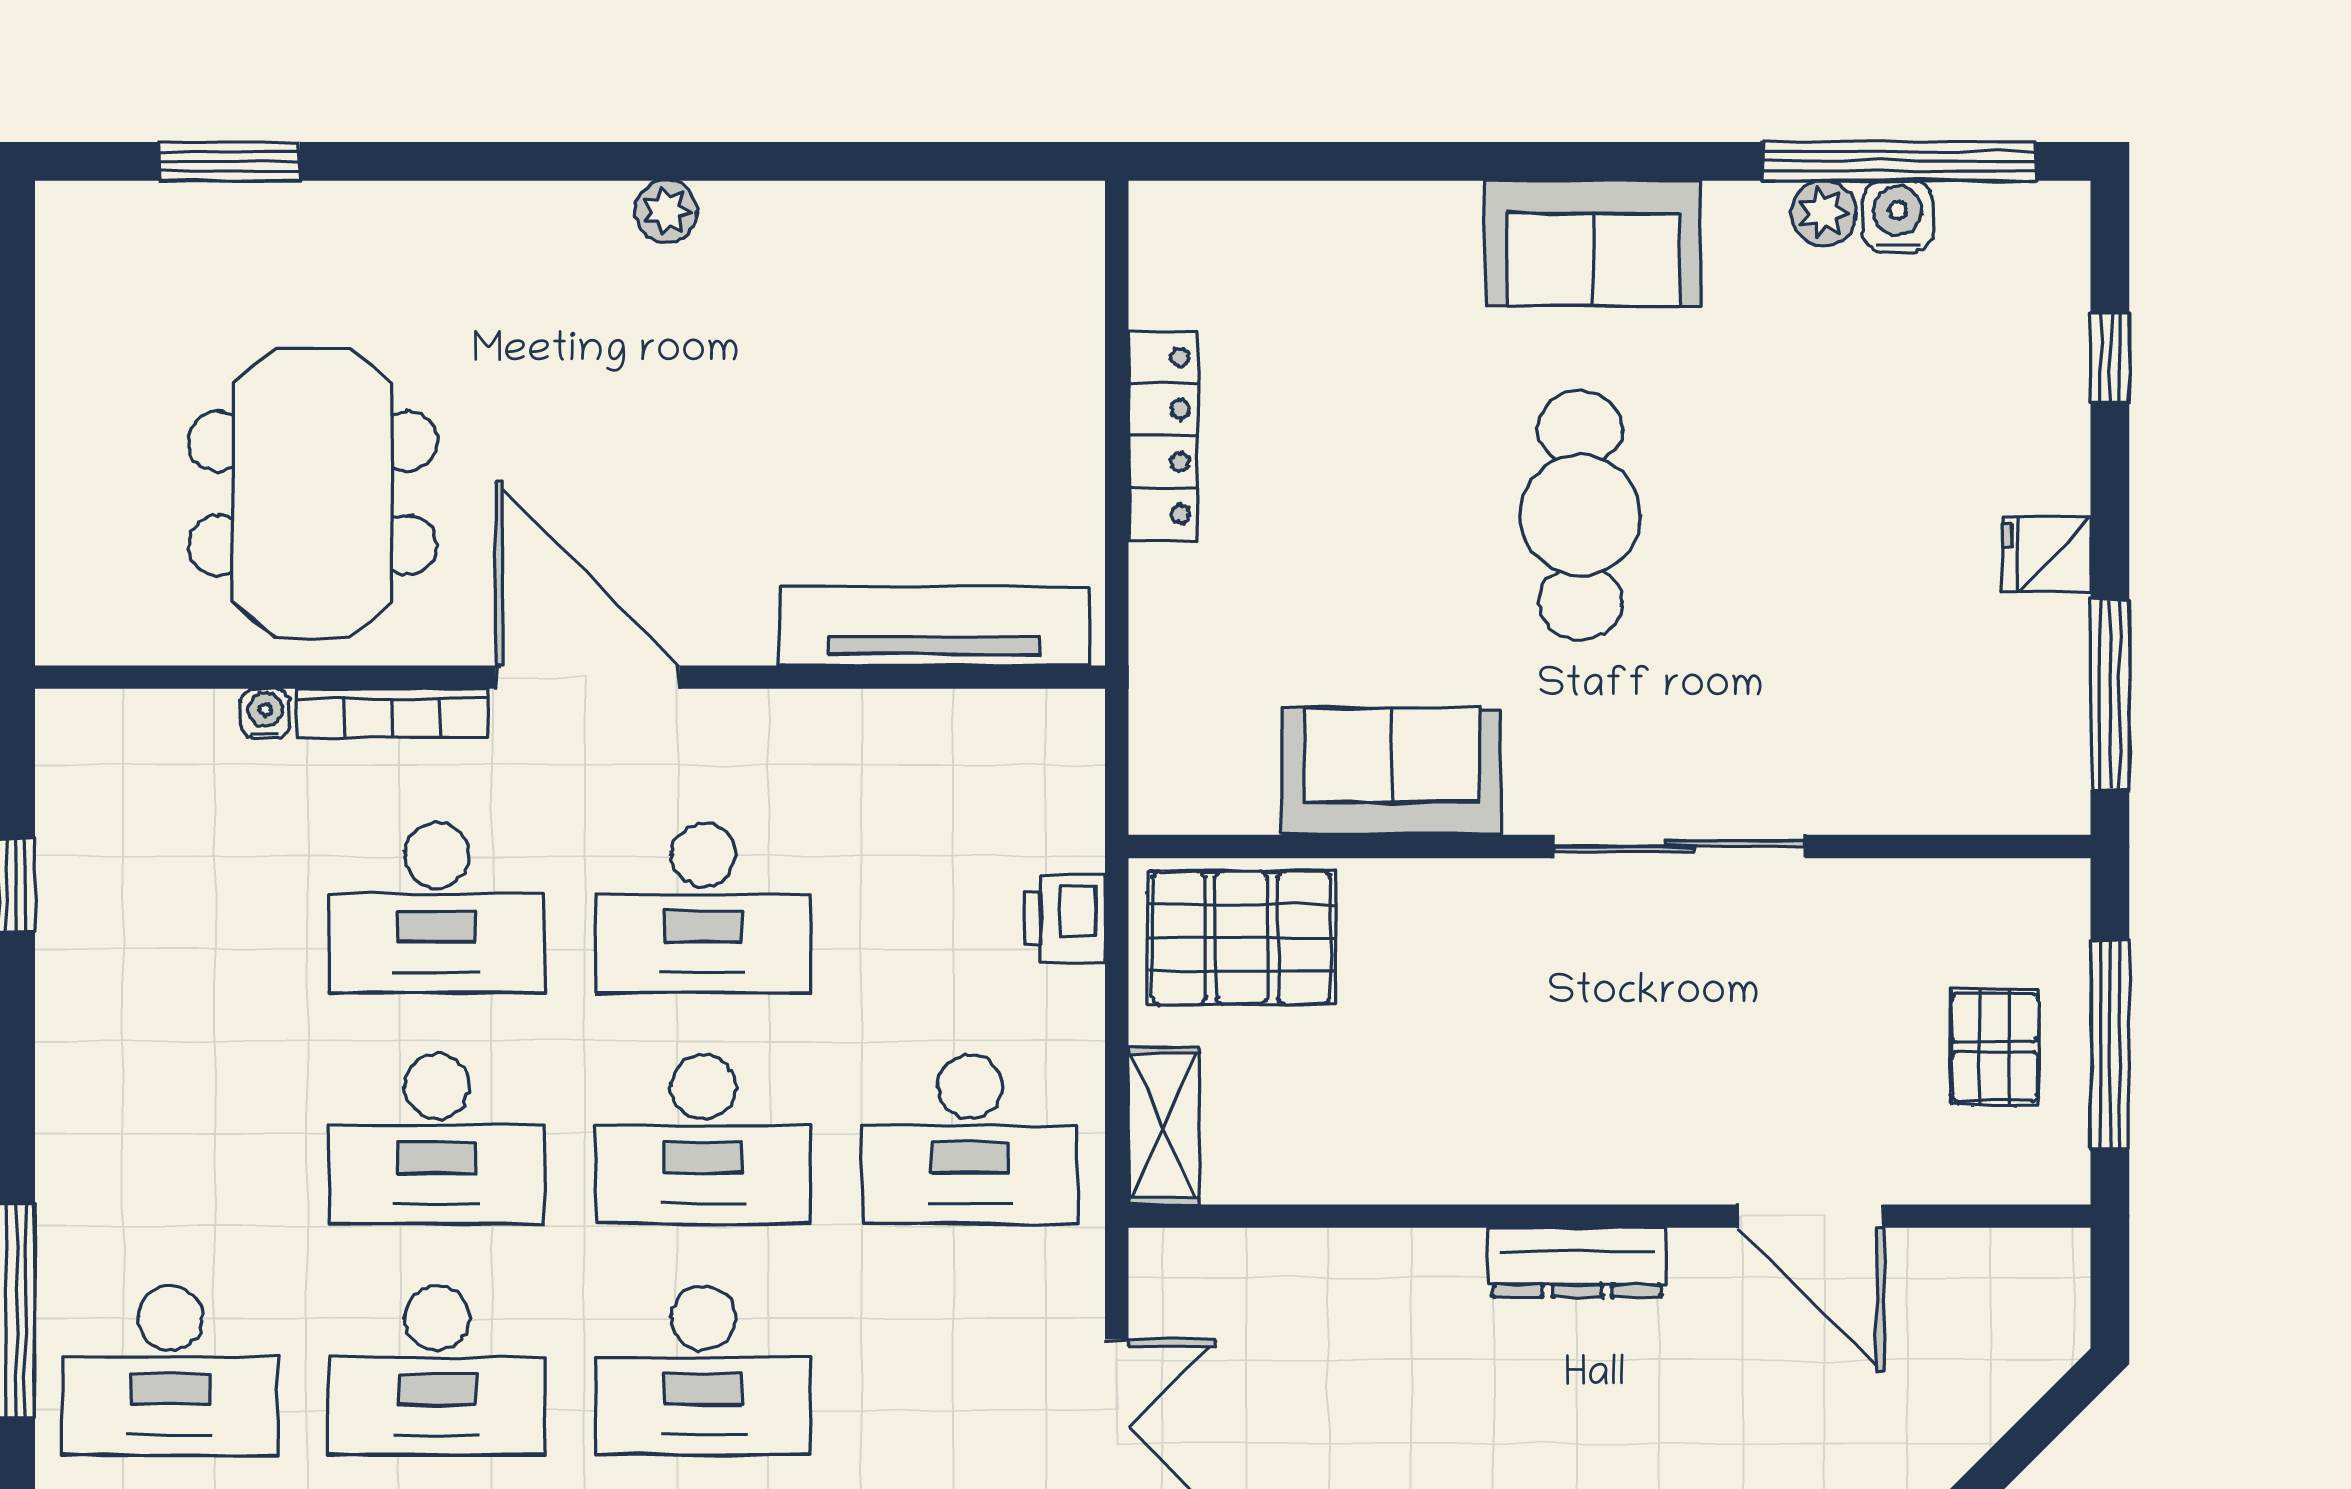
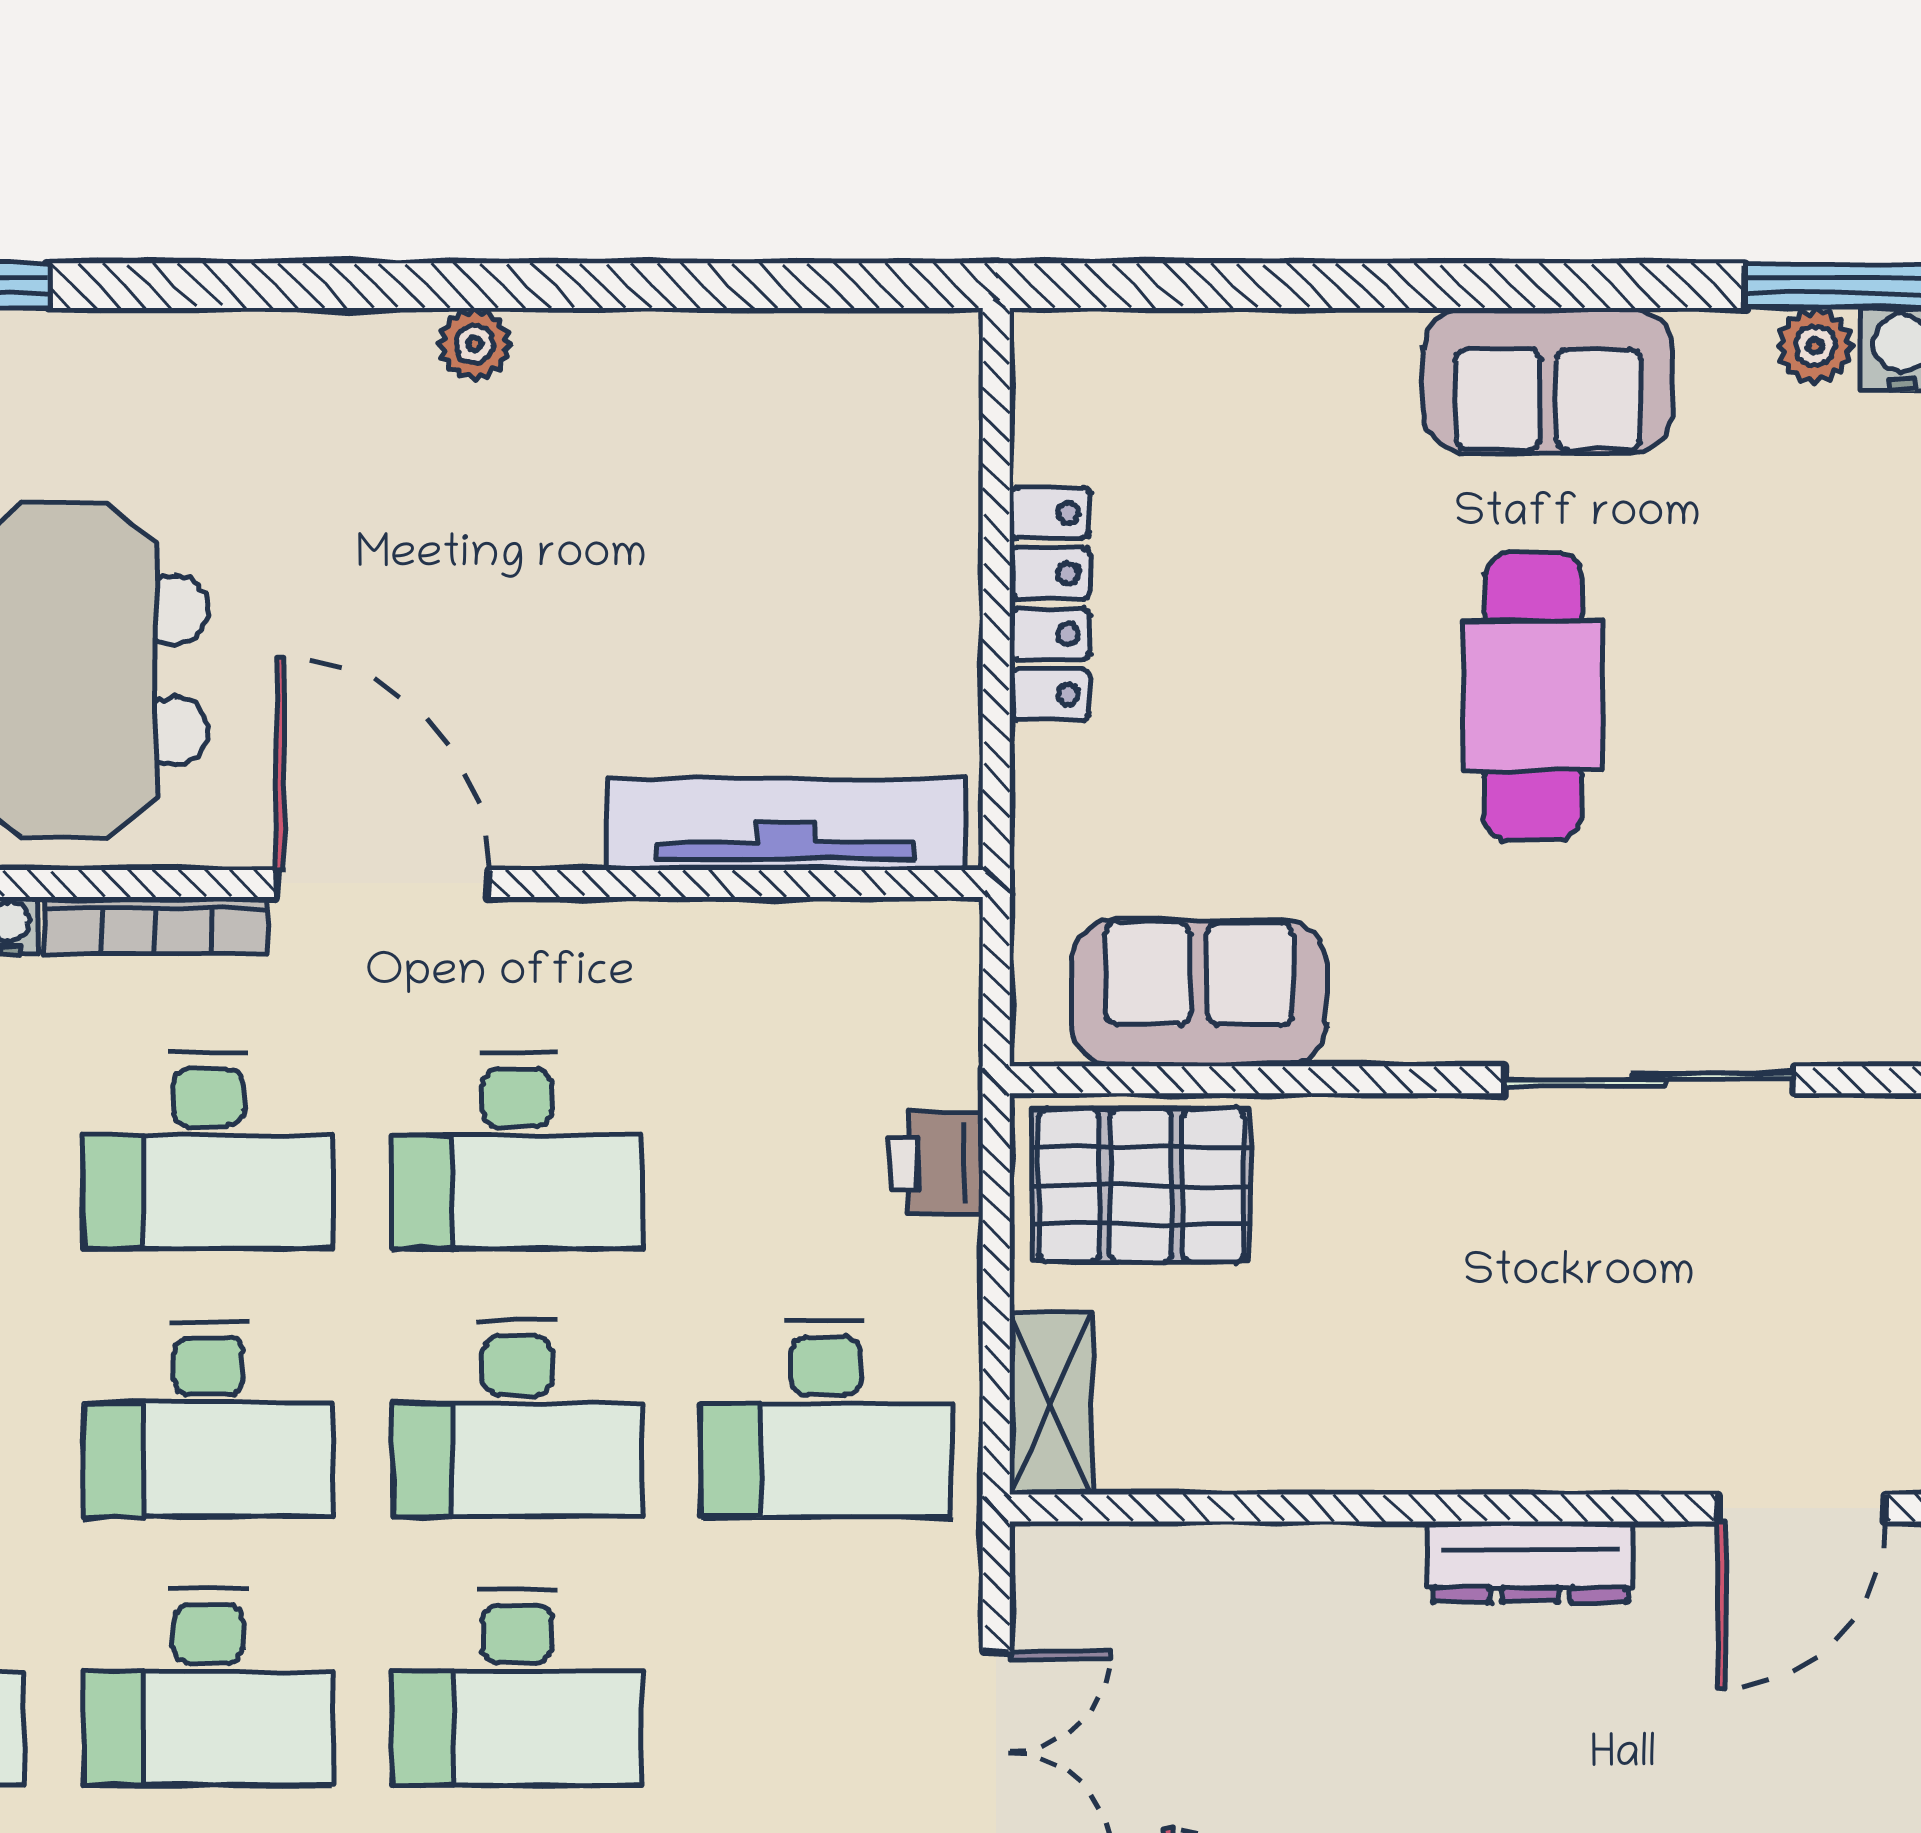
sofa: (1392, 772) -> (1199, 993), moved
door: (1811, 1216) -> (1801, 1508), hinge flipped

